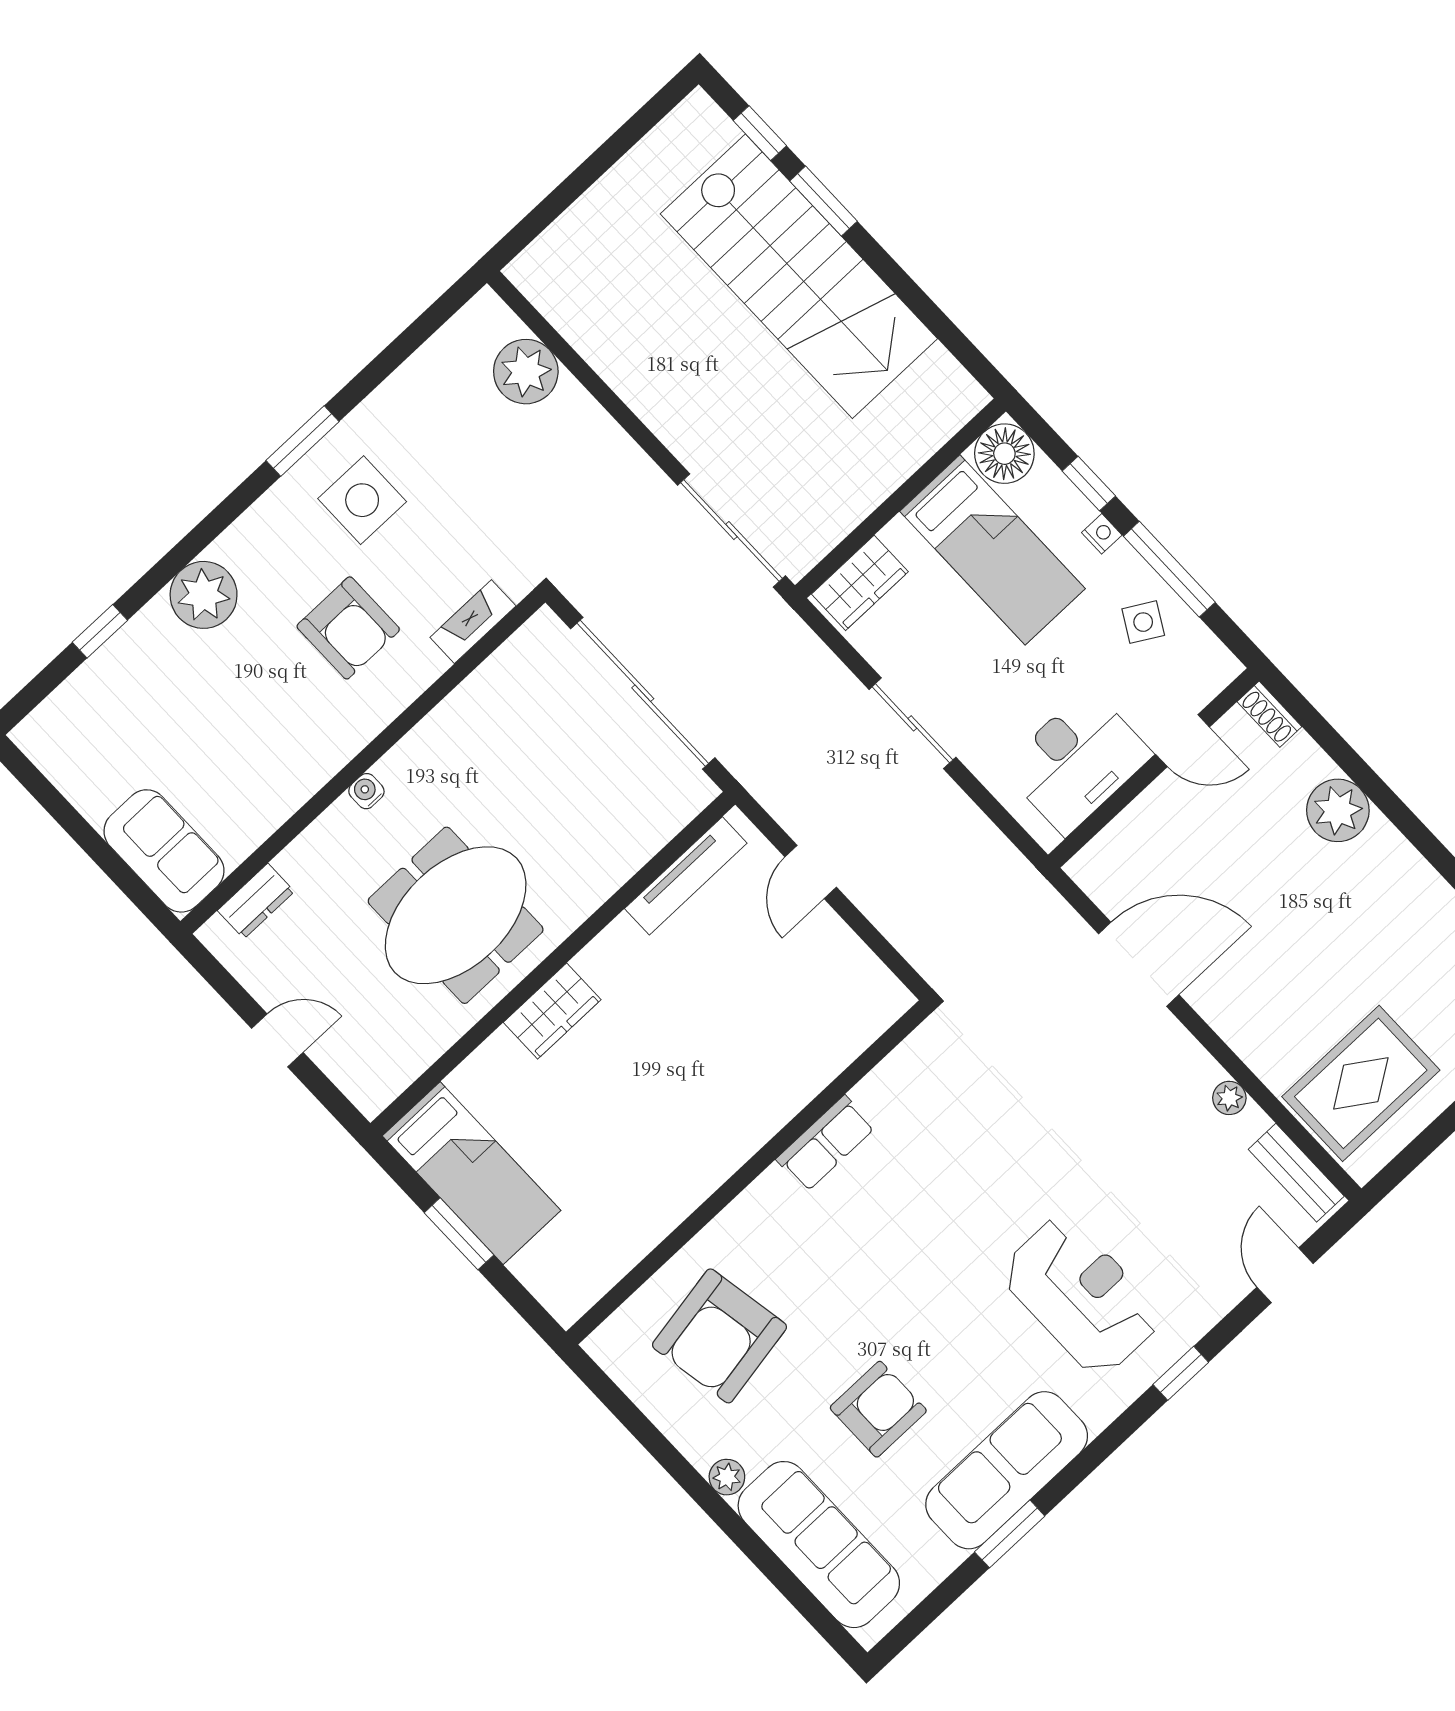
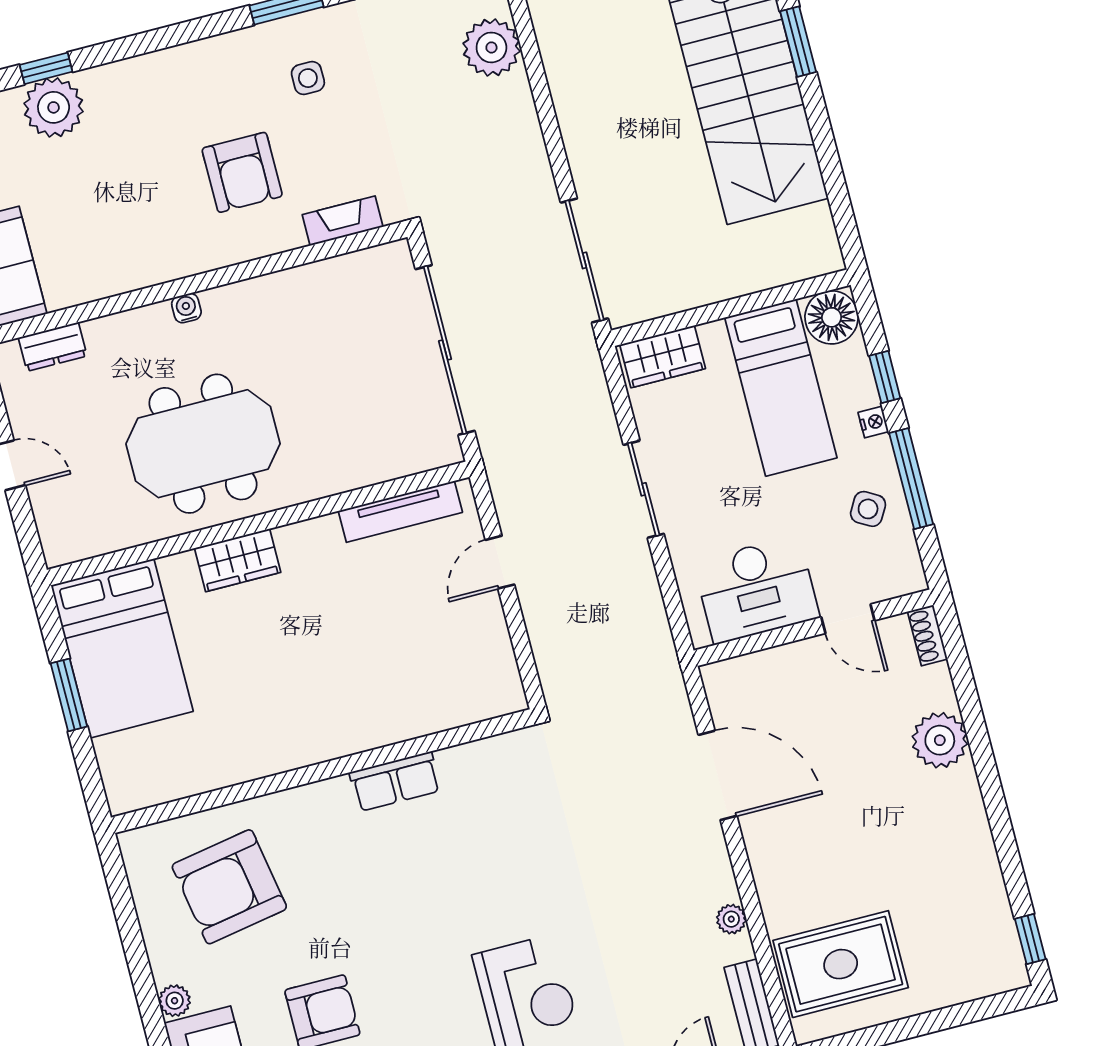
side table: (362, 500) -> (308, 78), width x0.54, depth x0.54
plant: (204, 595) -> (54, 107), moved
bed: (472, 1173) -> (122, 648), width x1.50

